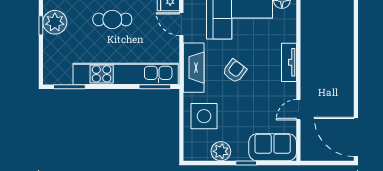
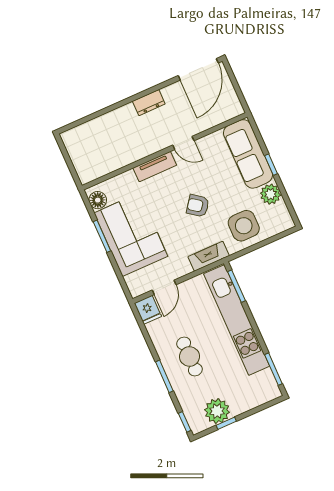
fireplace: (194, 68) -> (209, 256), width x0.73, depth x0.76
armchair: (235, 71) -> (198, 206), moved
dresser: (346, 82) -> (149, 103), added
door: (298, 110) -> (183, 143), moved
sofa: (273, 147) -> (248, 154), width x1.36

